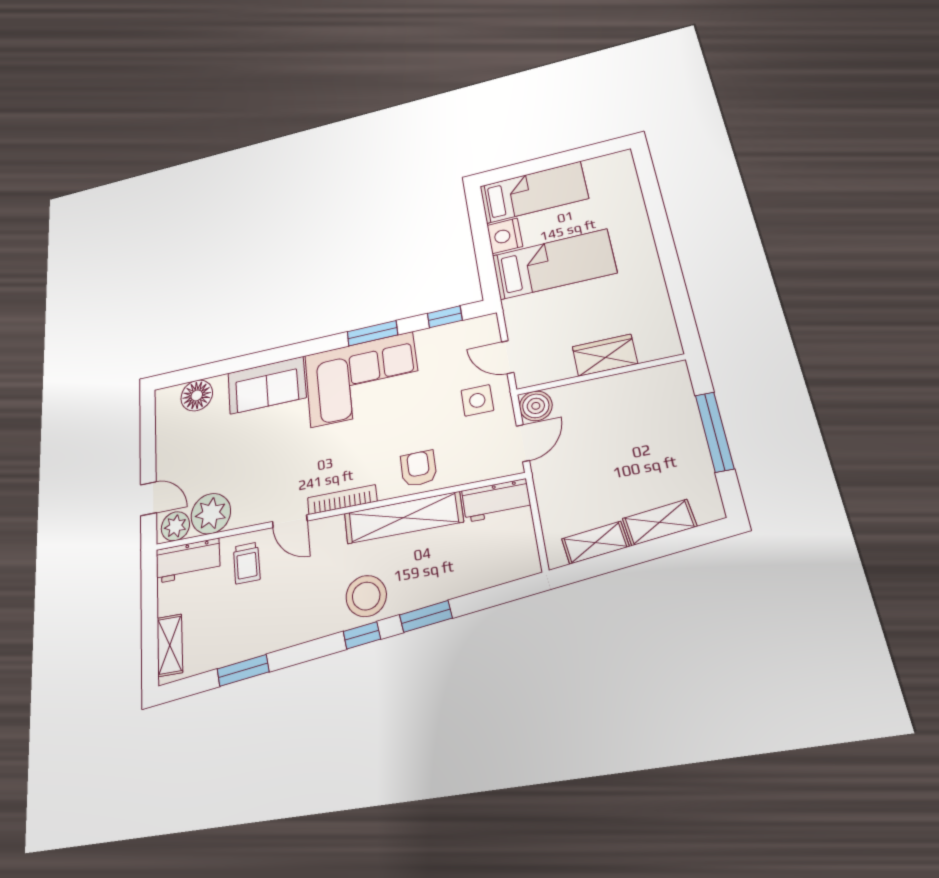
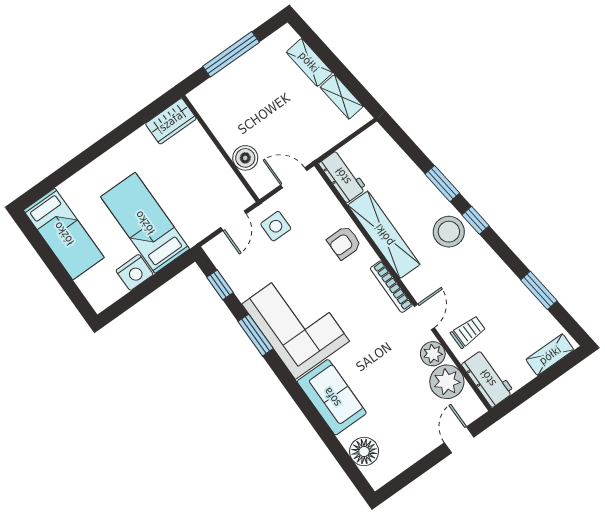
bed: (533, 192) -> (64, 234), moved, turned 180
wardrobe: (605, 355) -> (171, 121), moved, turned -90
boiler: (536, 406) -> (245, 158), moved
plant: (175, 526) -> (433, 354), moved

